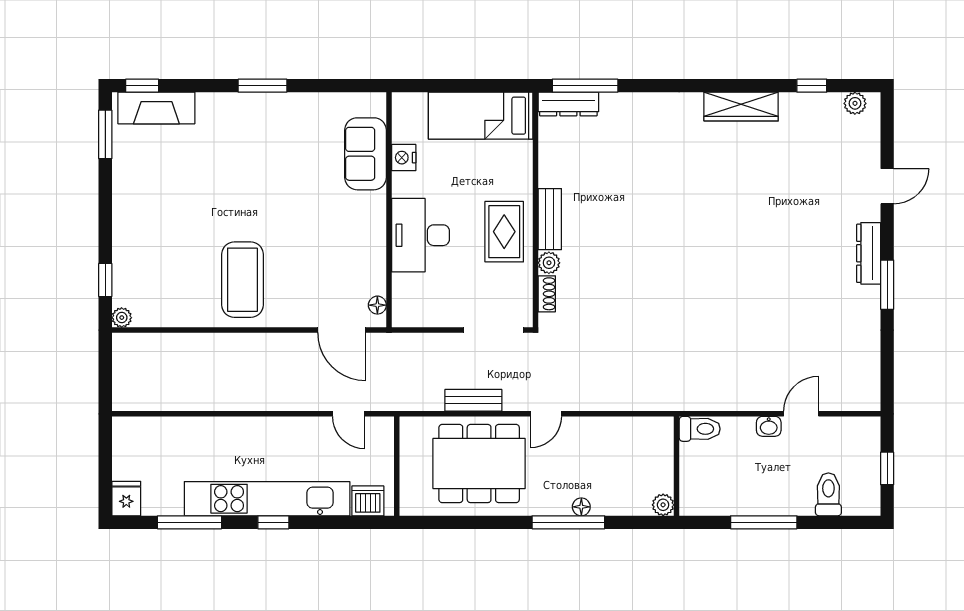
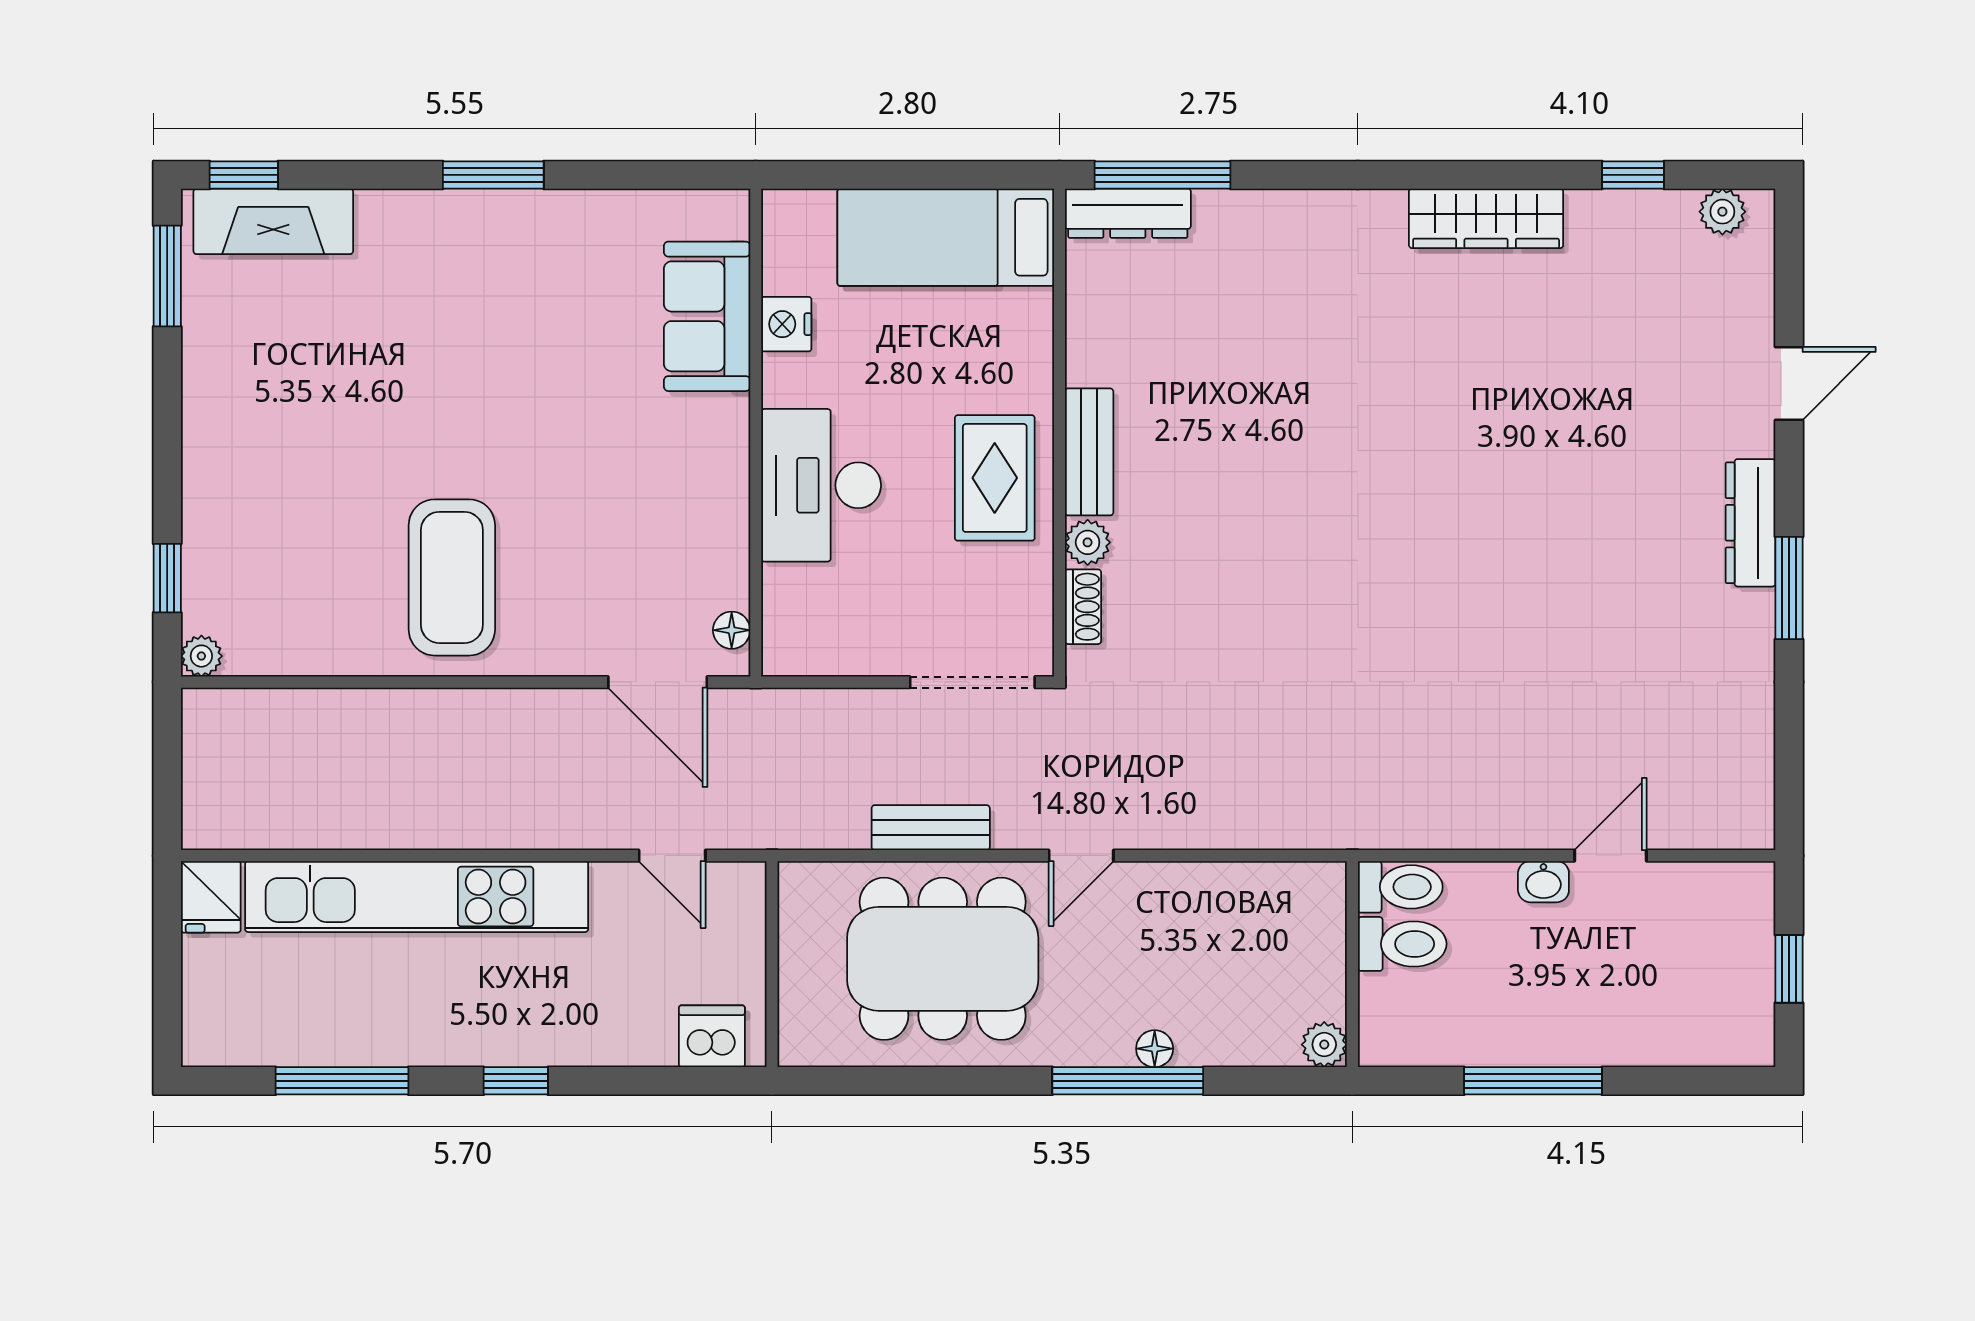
toilet: (828, 494) -> (1402, 944), moved, turned 90
fridge: (126, 499) -> (211, 897), moved, turned 180
kitchen unit: (267, 499) -> (417, 897), moved, turned 180

